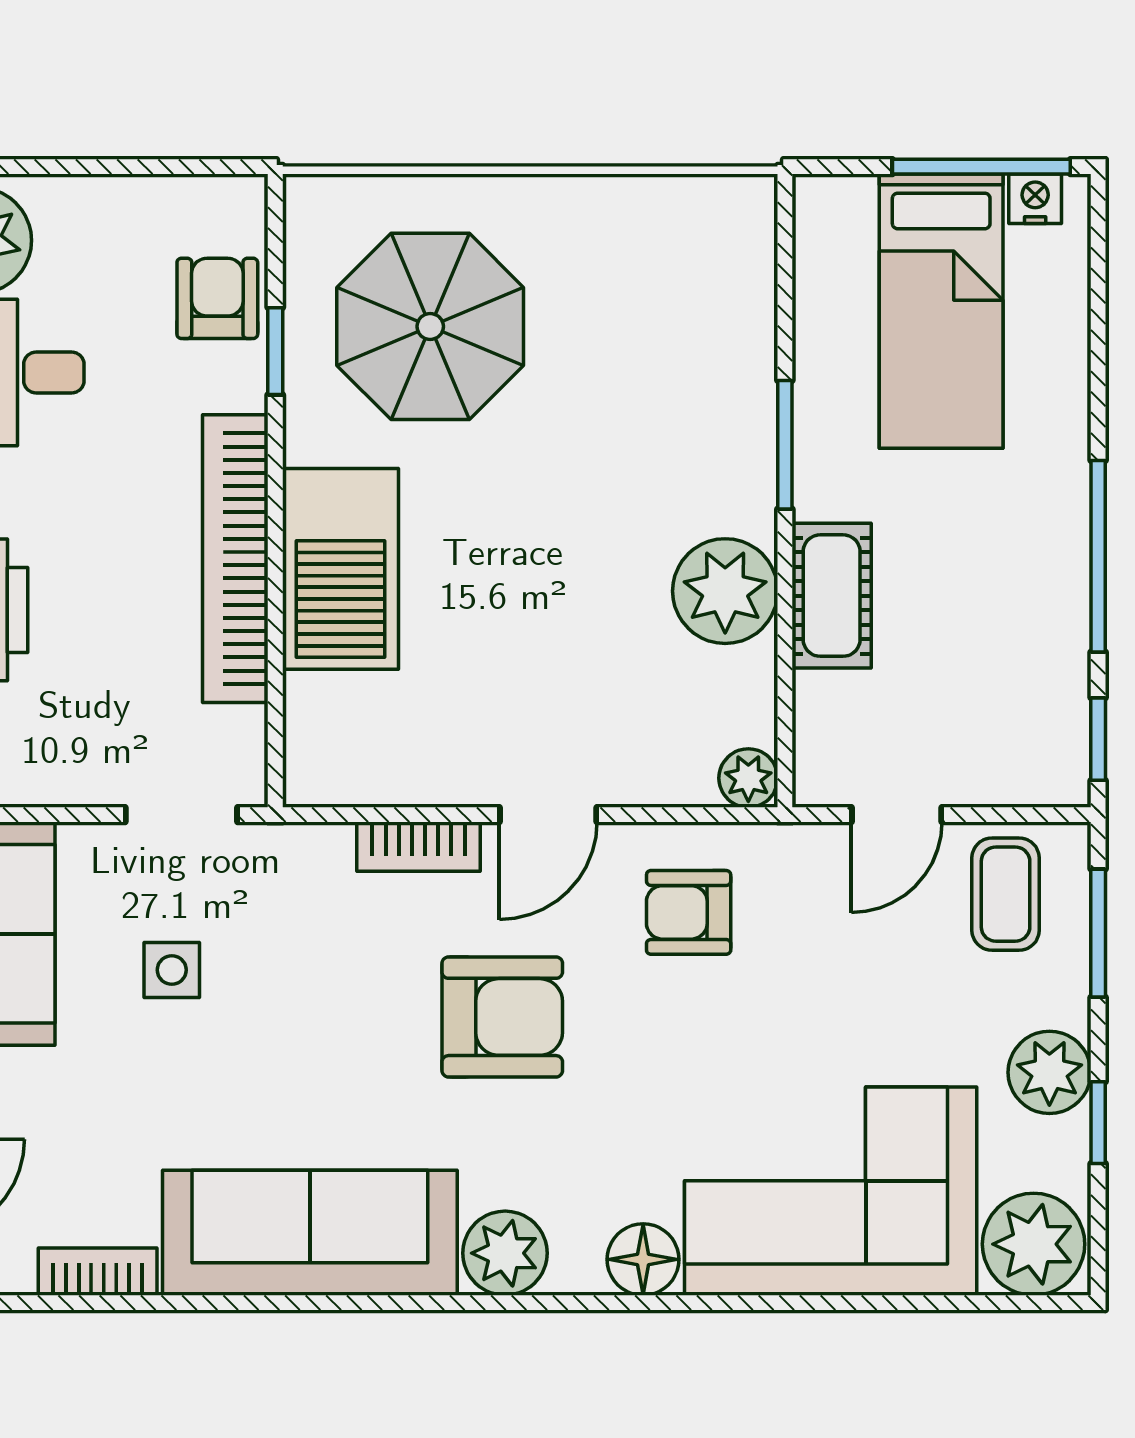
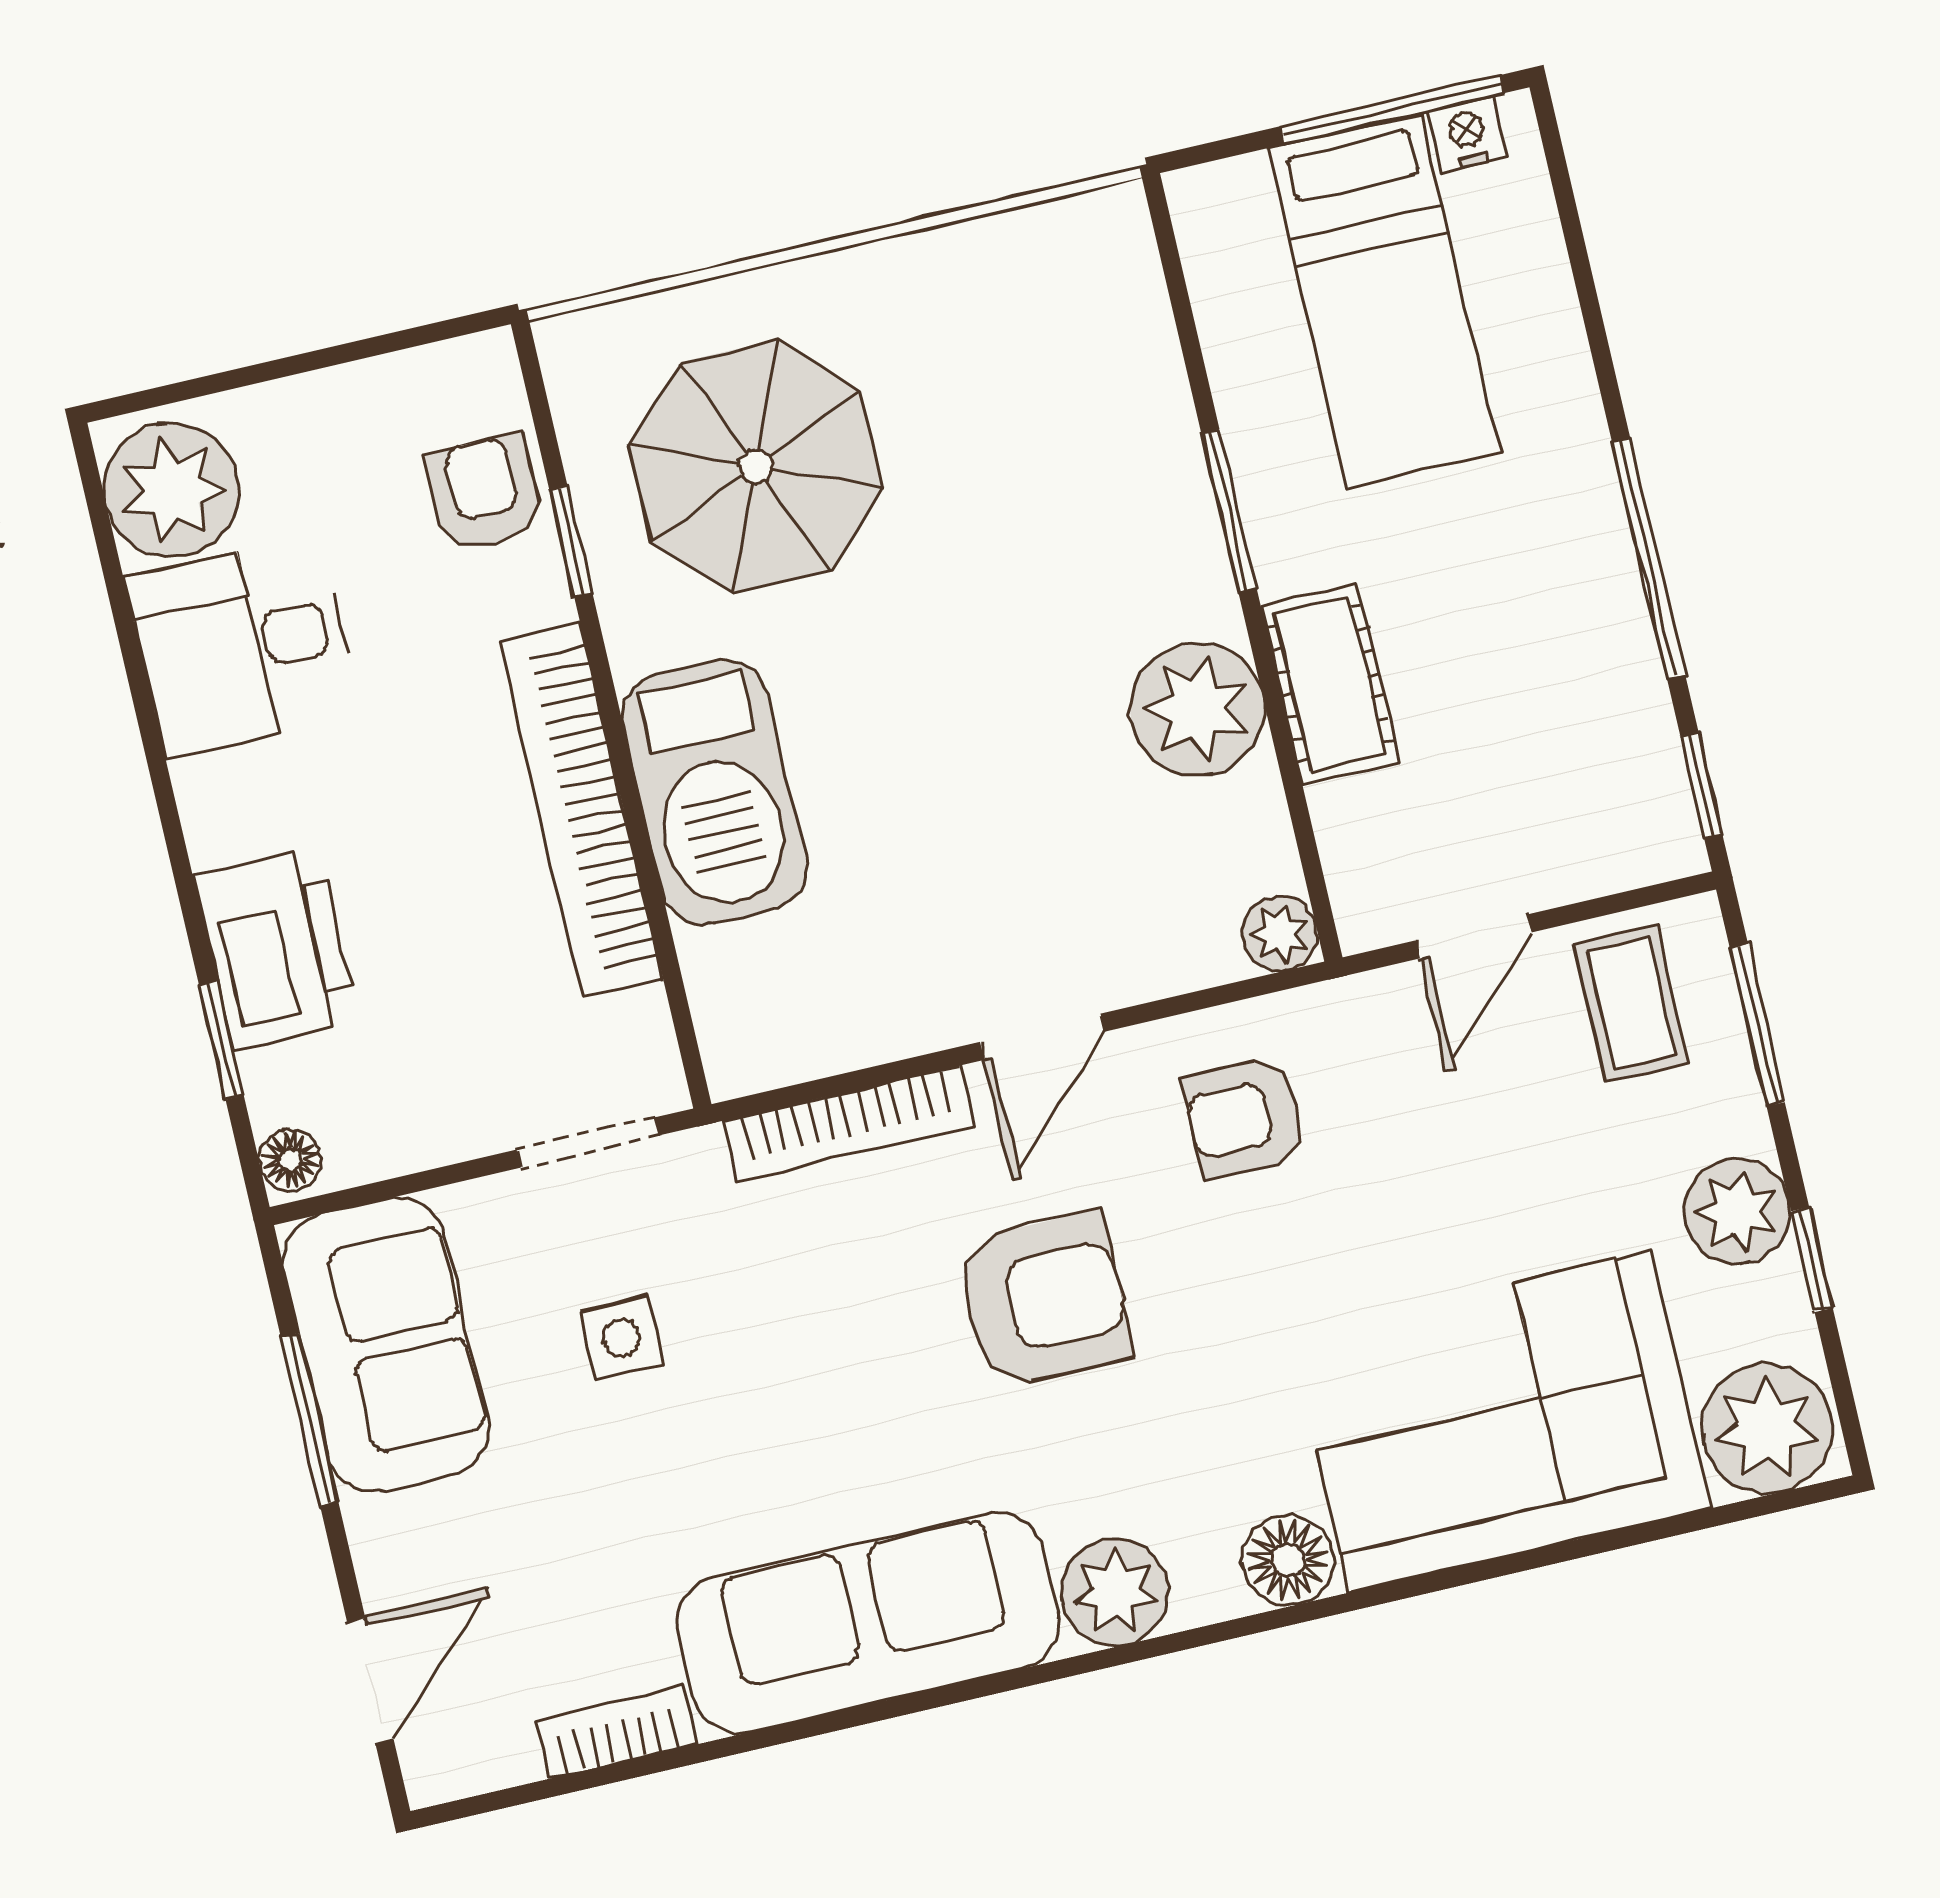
bookcase: (418, 847) -> (848, 1124), width x1.56

